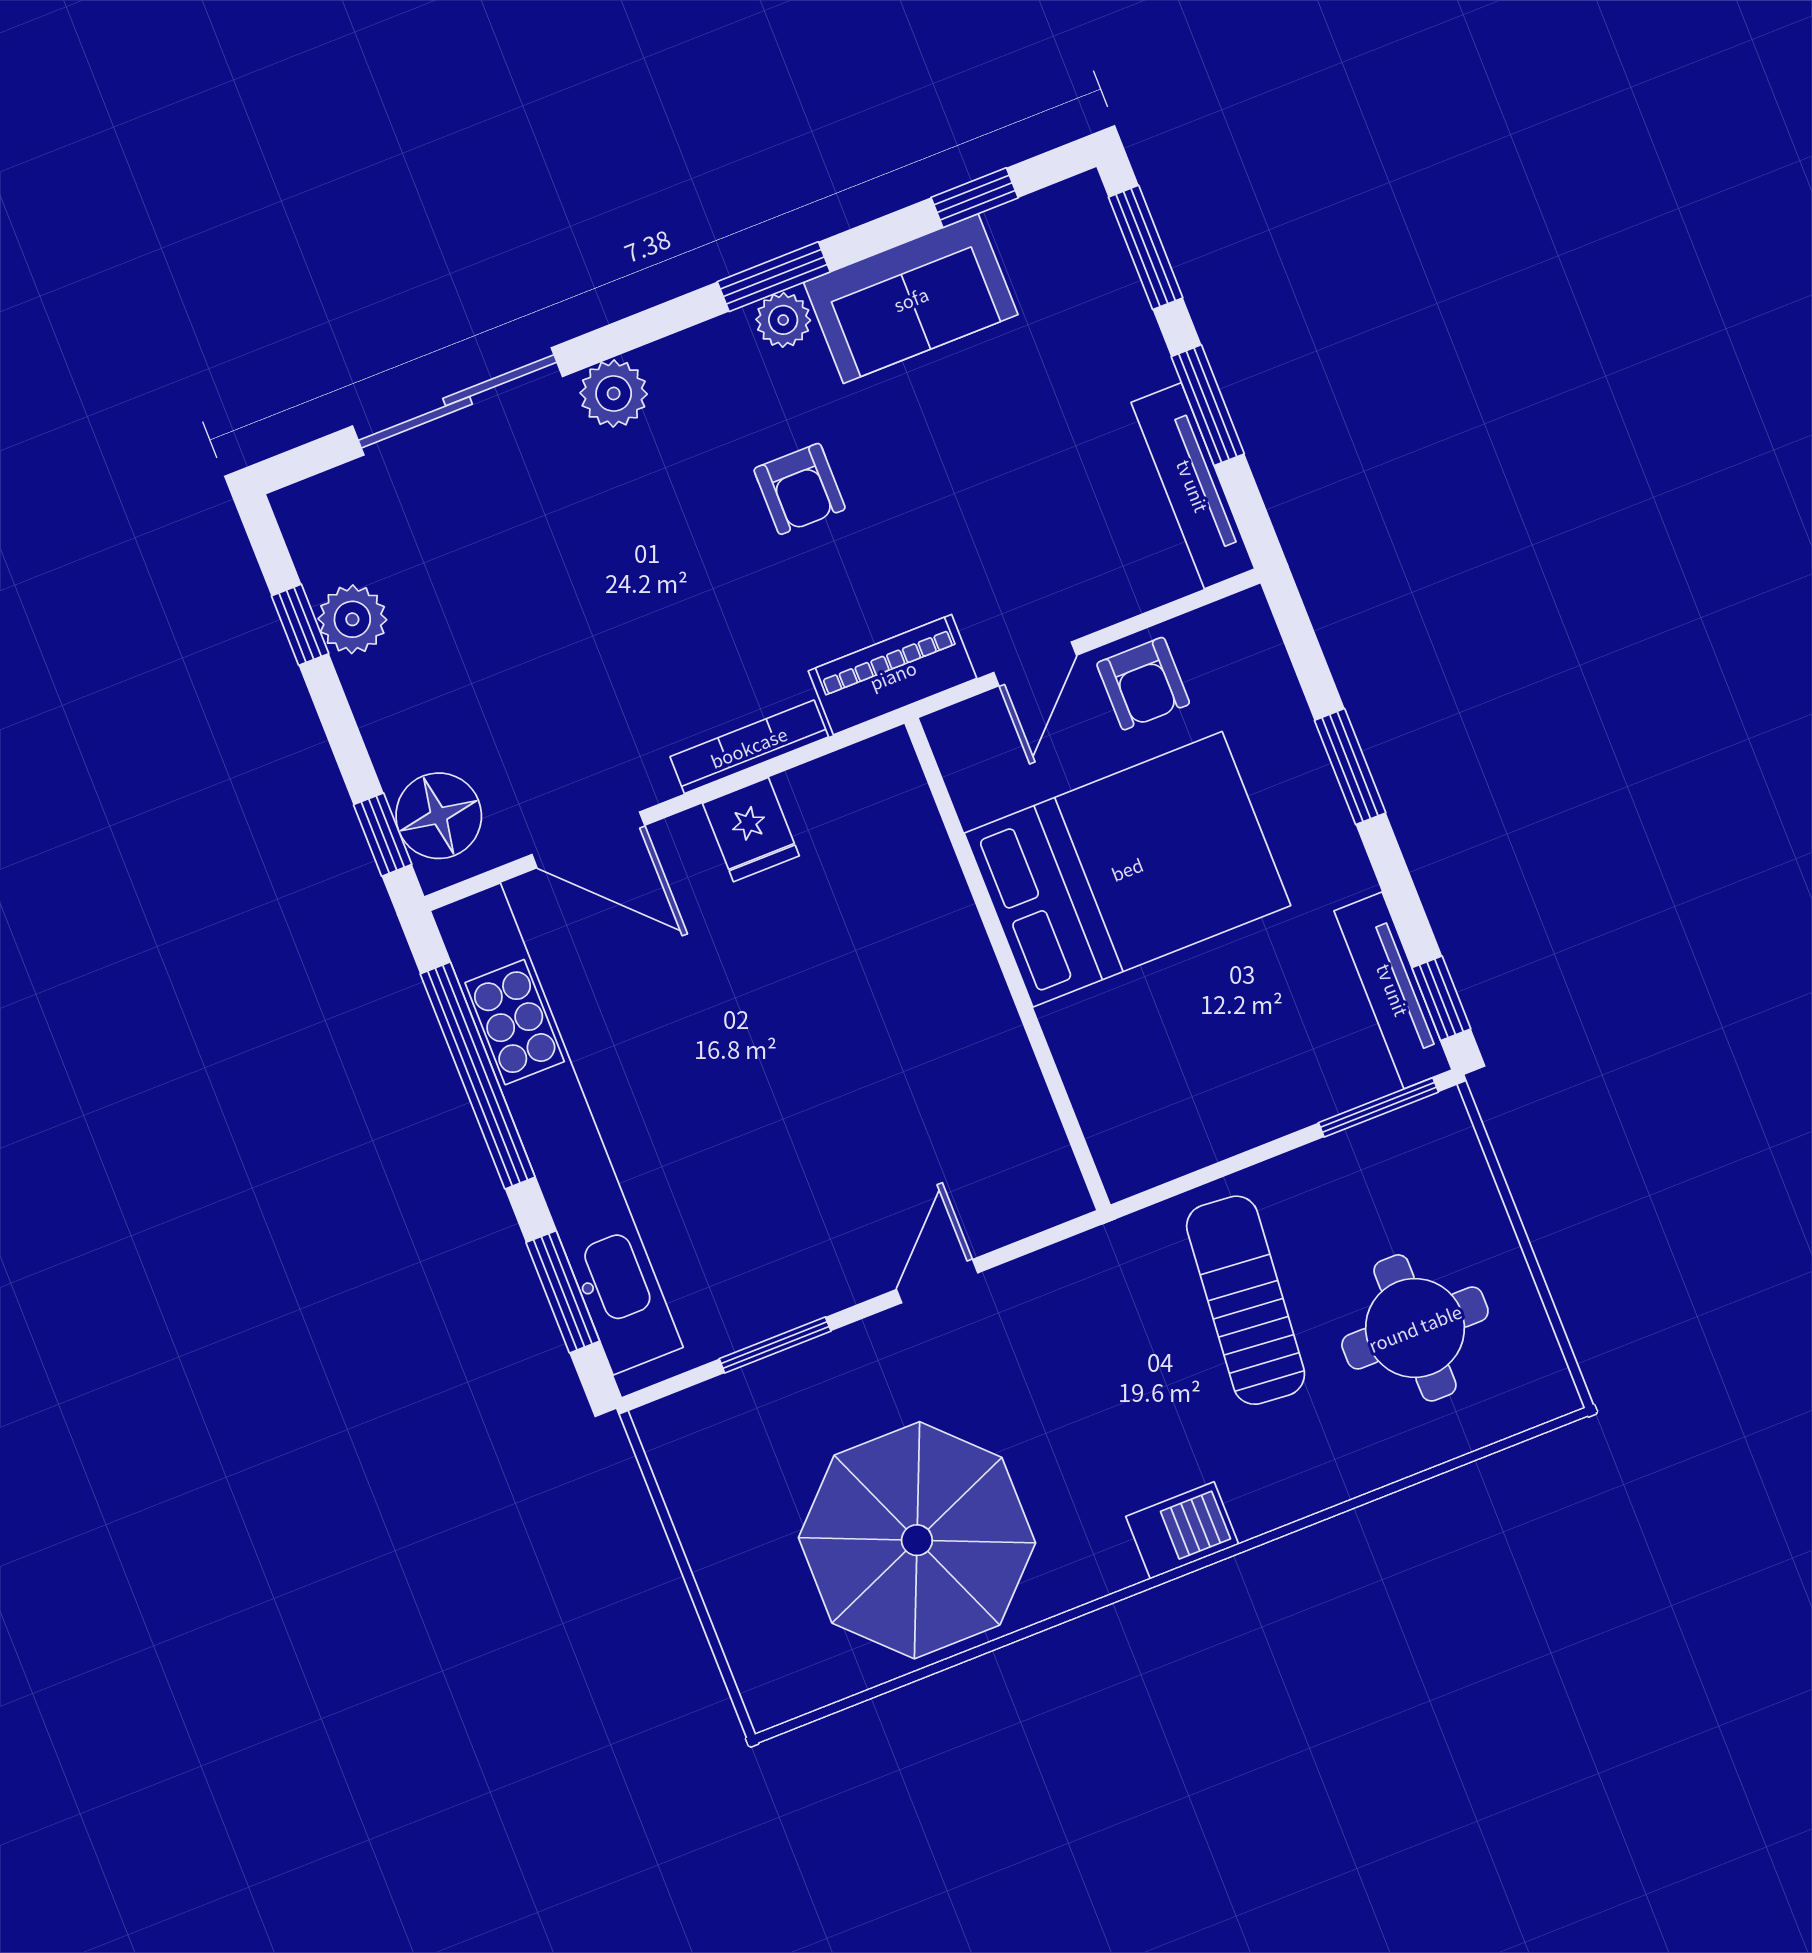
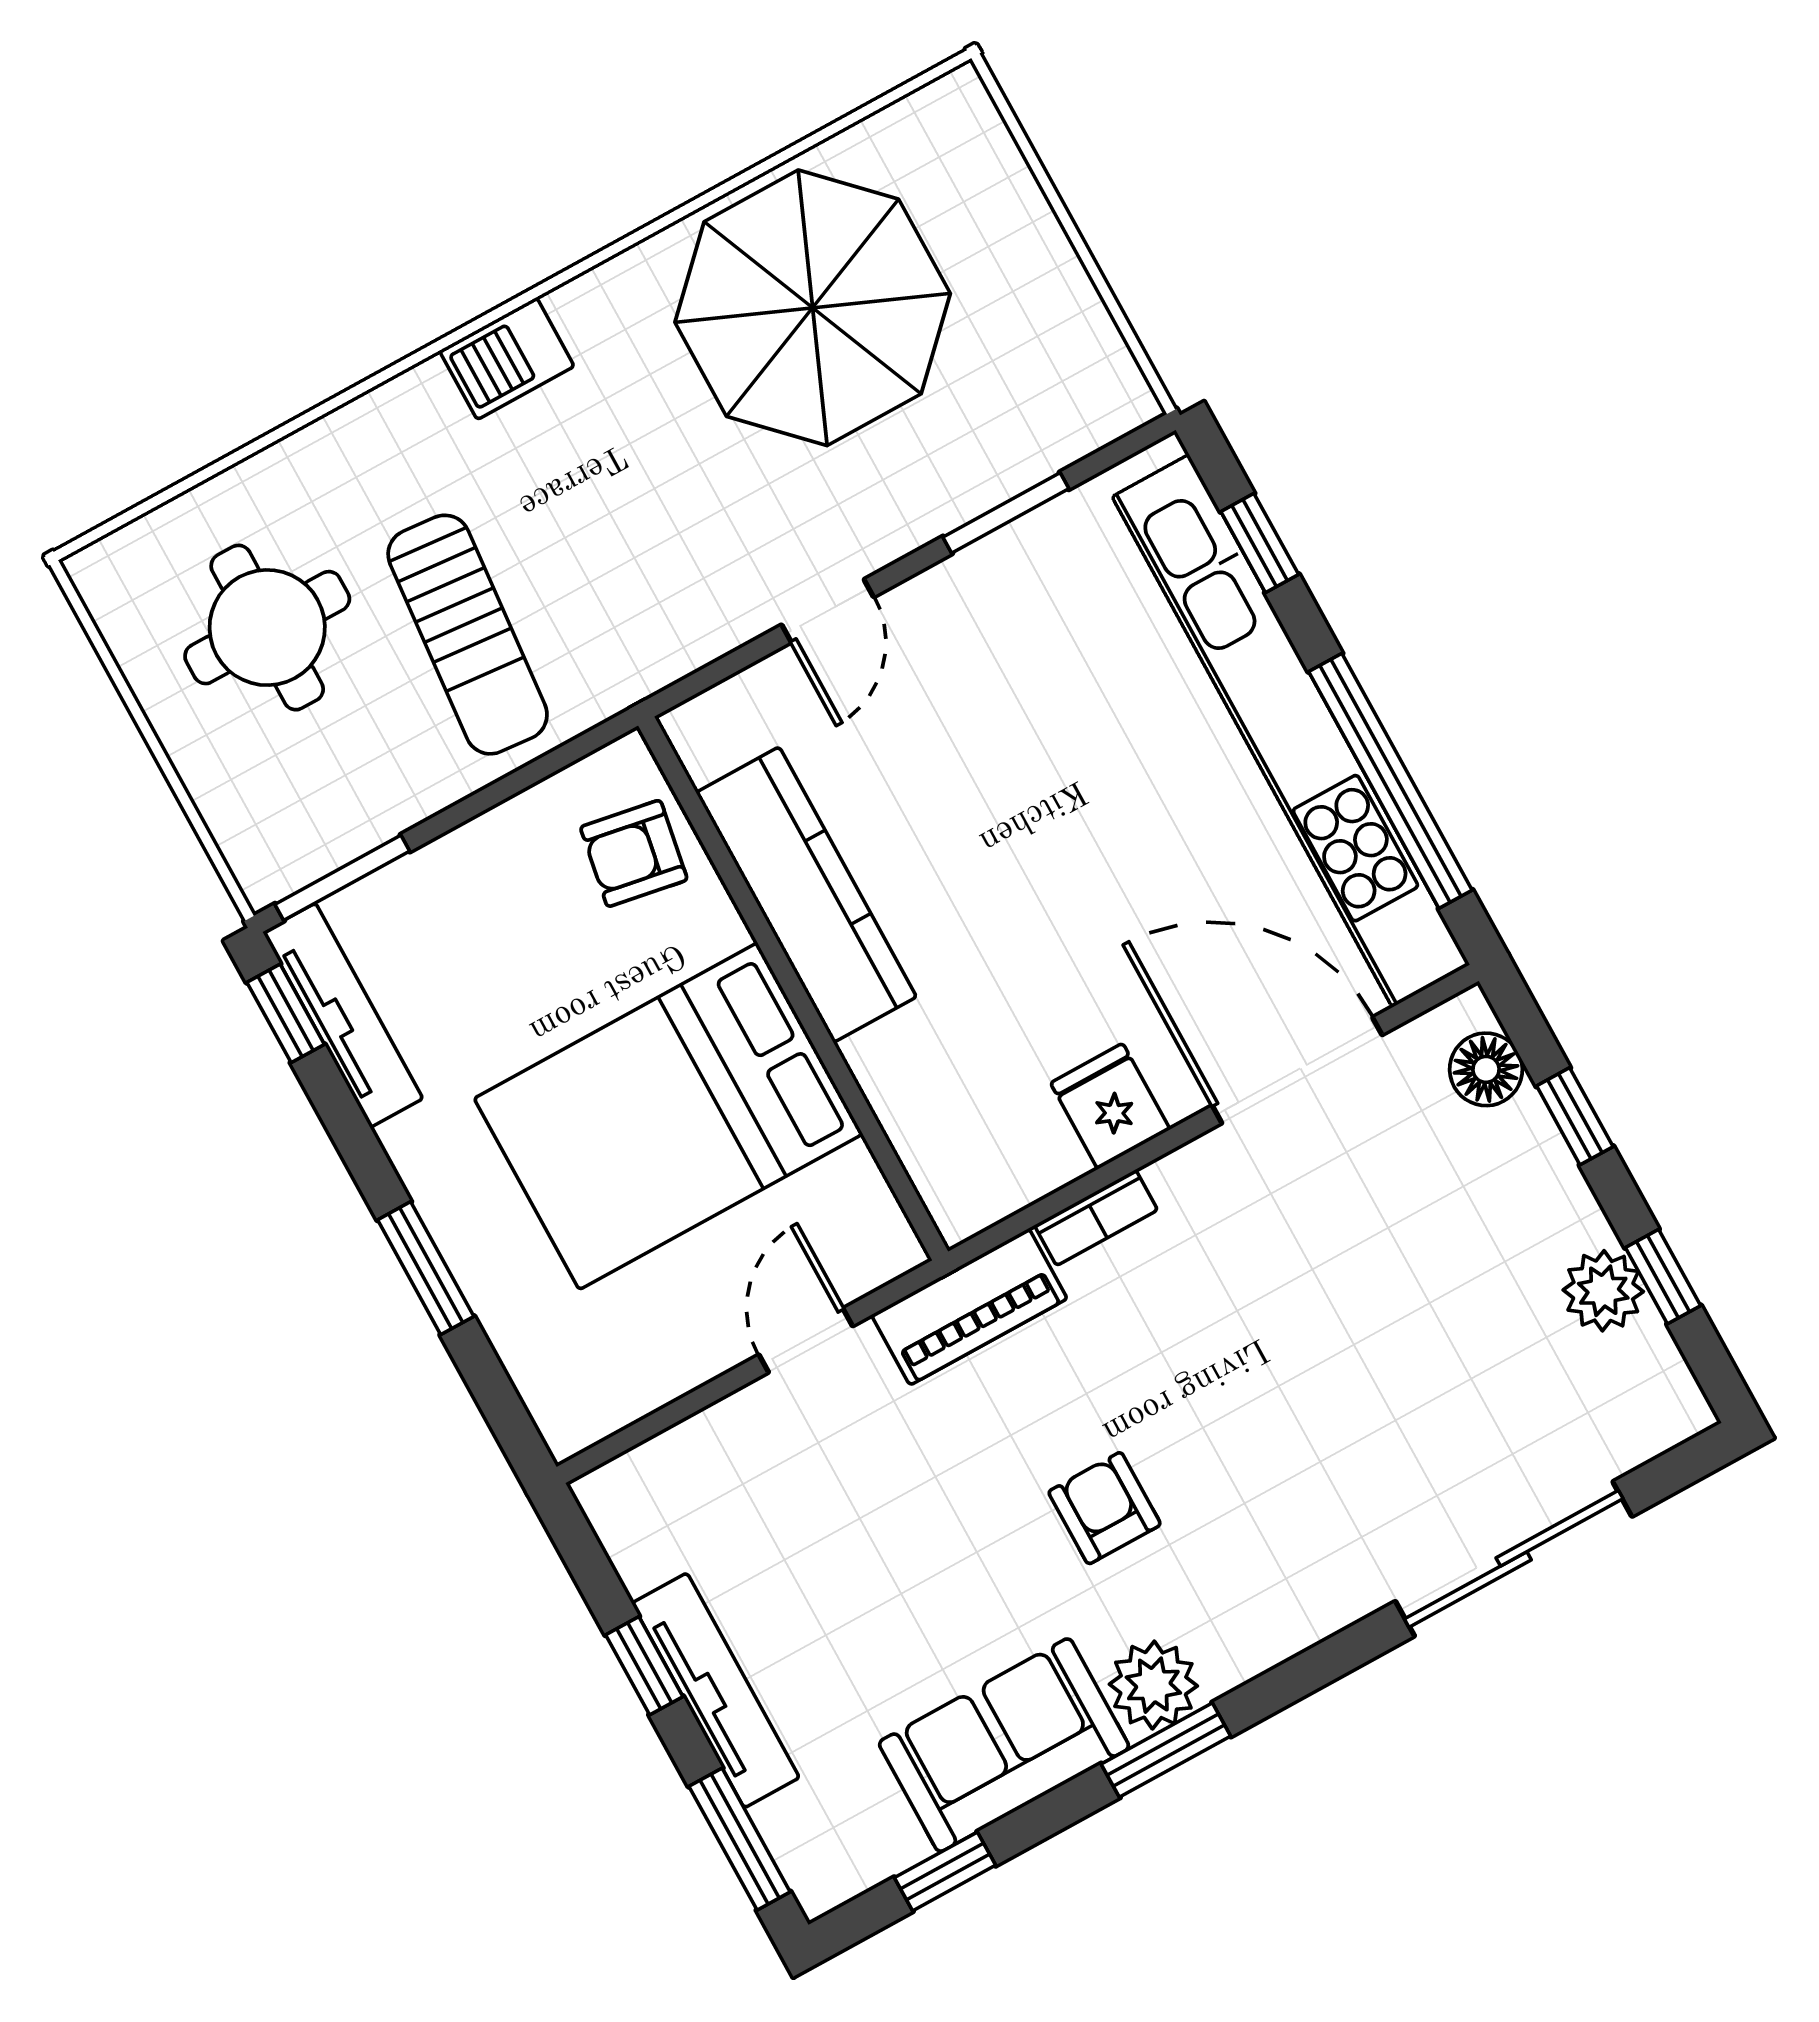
plant: (783, 320) -> (1153, 1685), width x1.38, depth x1.38
plant: (614, 394) -> (1334, 1591), removed
window: (1208, 405) -> (644, 1666), width x0.67
tv unit: (1193, 486) -> (716, 1690), moved
armchair: (1143, 684) -> (634, 853), moved, turned -80
bookcase: (749, 747) -> (1096, 1218), width x0.64
floor lamp: (439, 816) -> (1486, 1069), width x0.73, depth x0.73
window: (383, 835) -> (1575, 1116), moved
door: (588, 840) -> (1297, 1070), width x1.36
kitchen counter: (986, 1042) -> (806, 895), added
window: (563, 1292) -> (1260, 543), width x0.67

